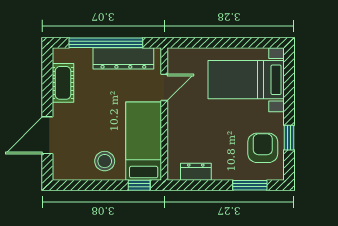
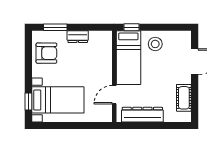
window: (106, 43) -> (154, 125), removed
window: (289, 138) -> (28, 102), moved
armchair: (263, 148) -> (46, 53), turned -90
dresser: (196, 172) -> (78, 37), moved

